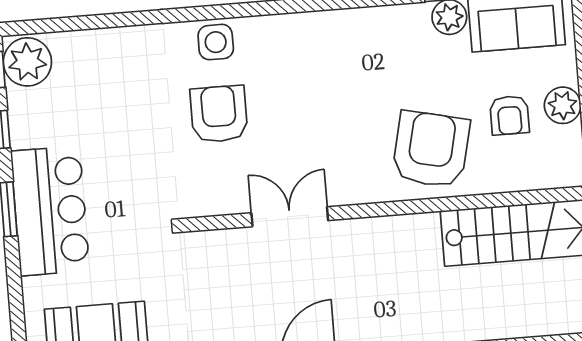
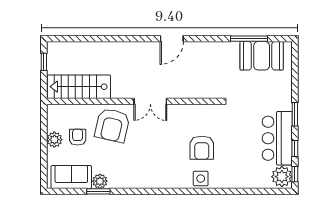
bar counter: (50, 211) -> (277, 138), moved
double door: (290, 217) -> (150, 101), moved

